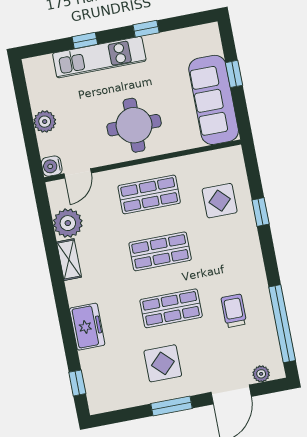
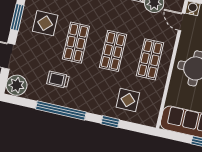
trolley: (234, 311) -> (58, 80), turned 180
window: (282, 324) -> (61, 110), moved
plant: (261, 374) -> (17, 85), width x1.88, depth x1.88

